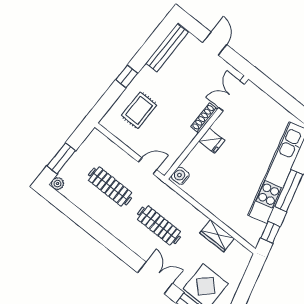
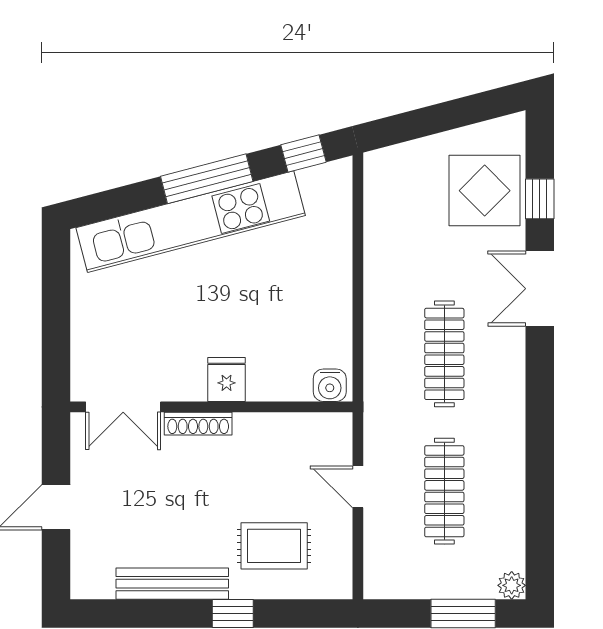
bench: (167, 48) -> (172, 584), moved
door: (148, 166) -> (358, 487), moved
wardrobe: (217, 236) -> (382, 240), removed

